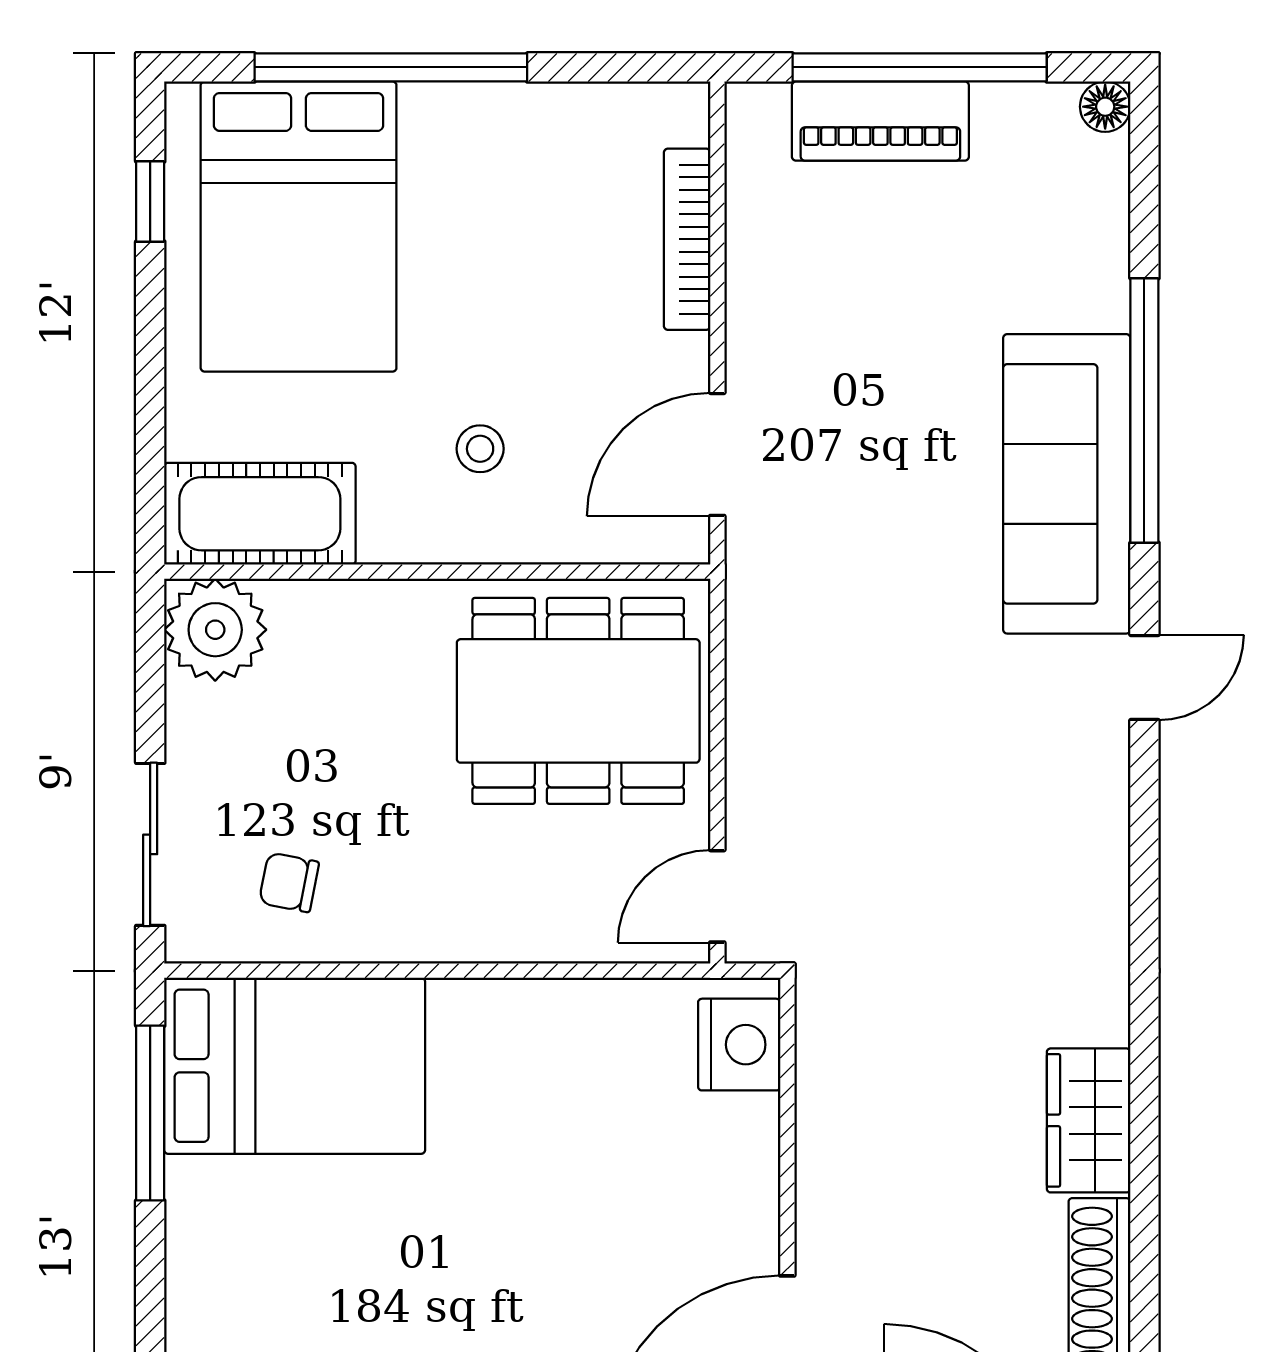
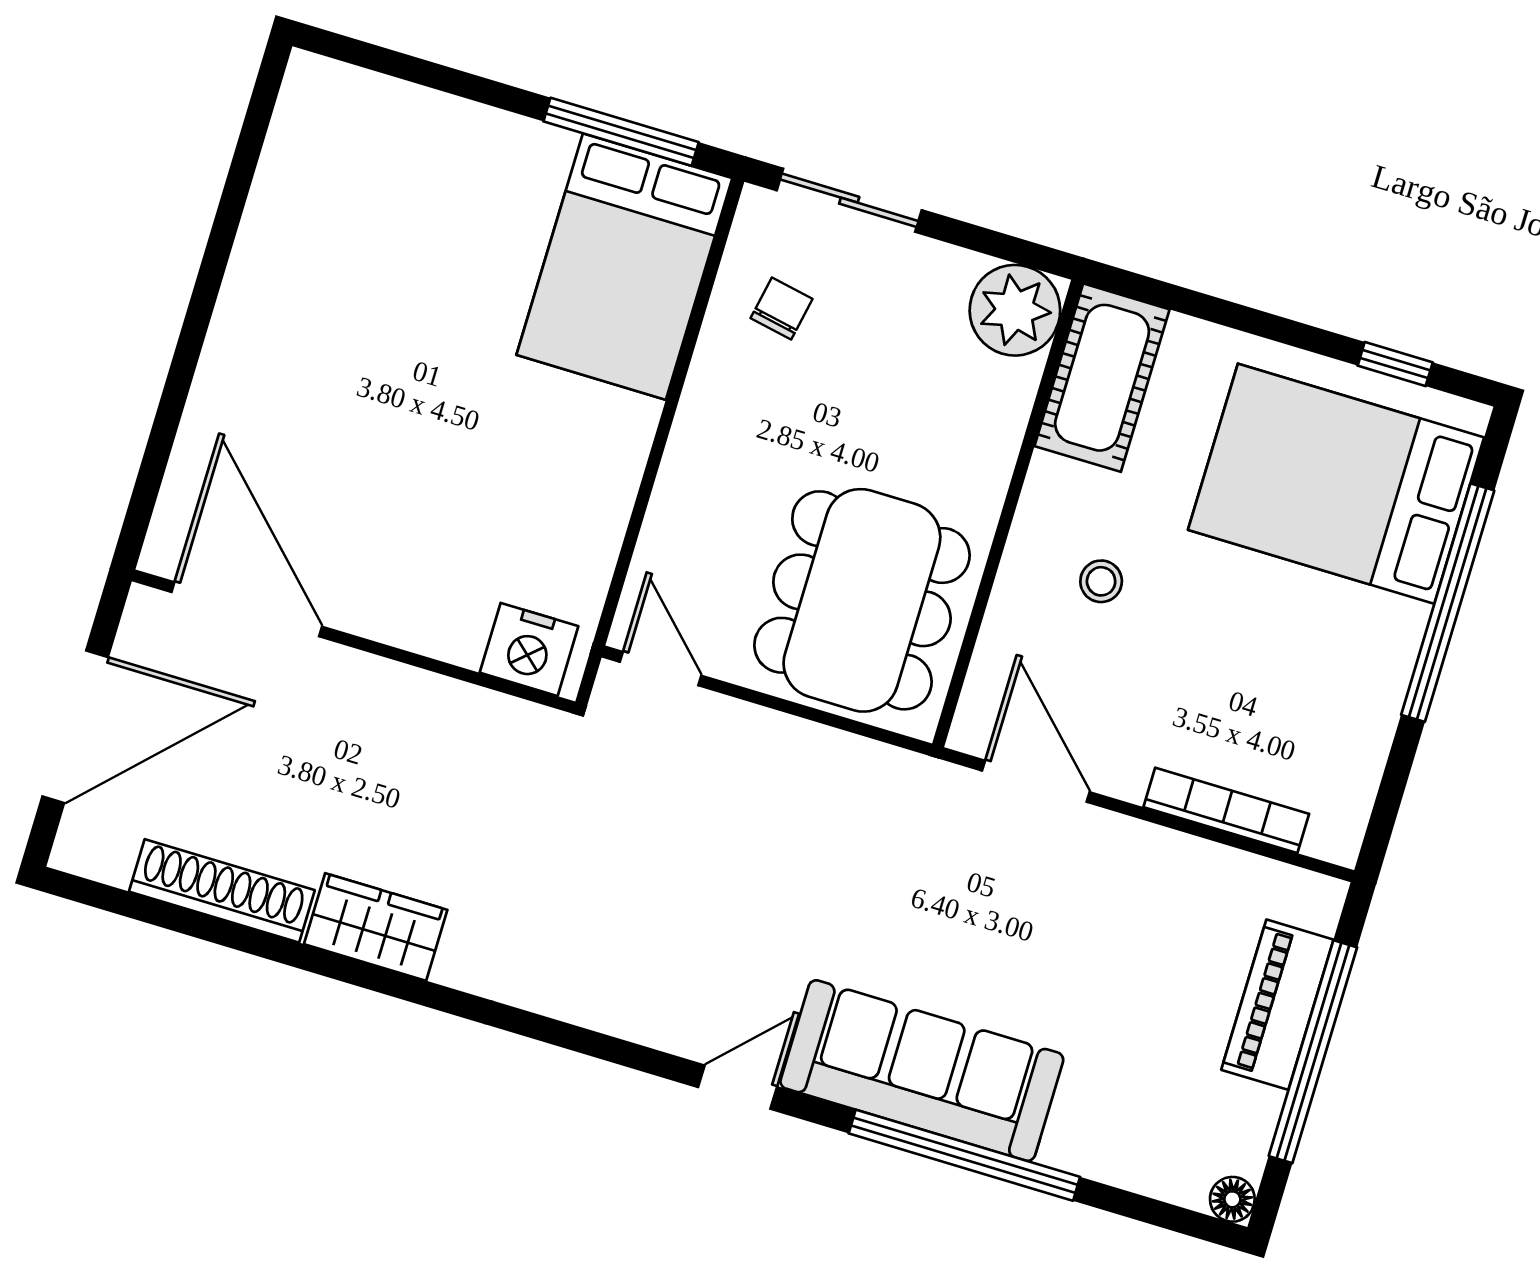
door: (1144, 678) -> (738, 1087), swing flipped

